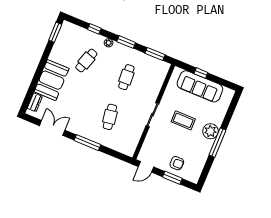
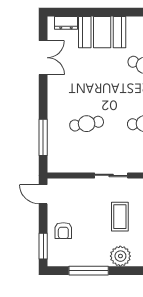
window: (87, 143) -> (43, 137), moved
window: (217, 143) -> (89, 271), moved
window: (172, 178) -> (43, 246), moved

